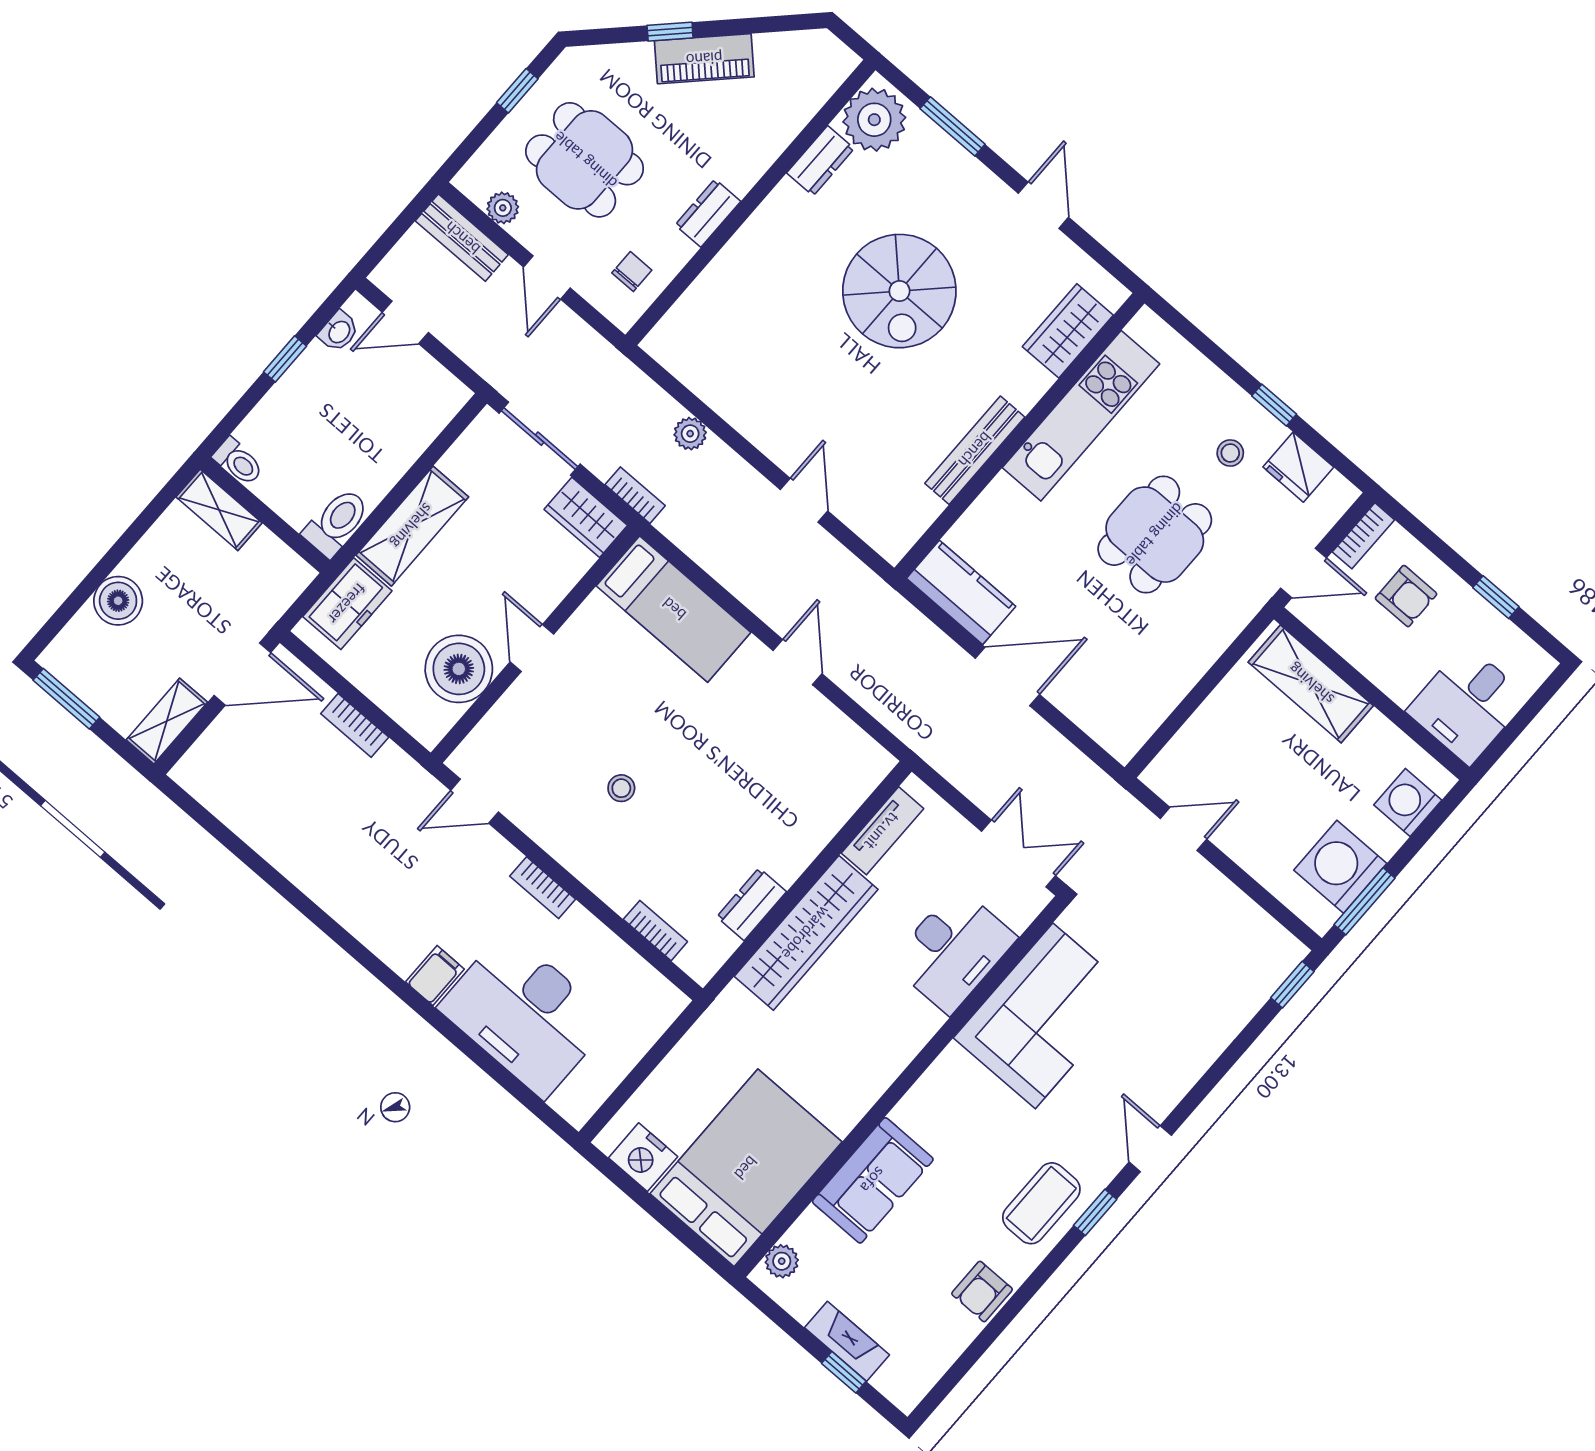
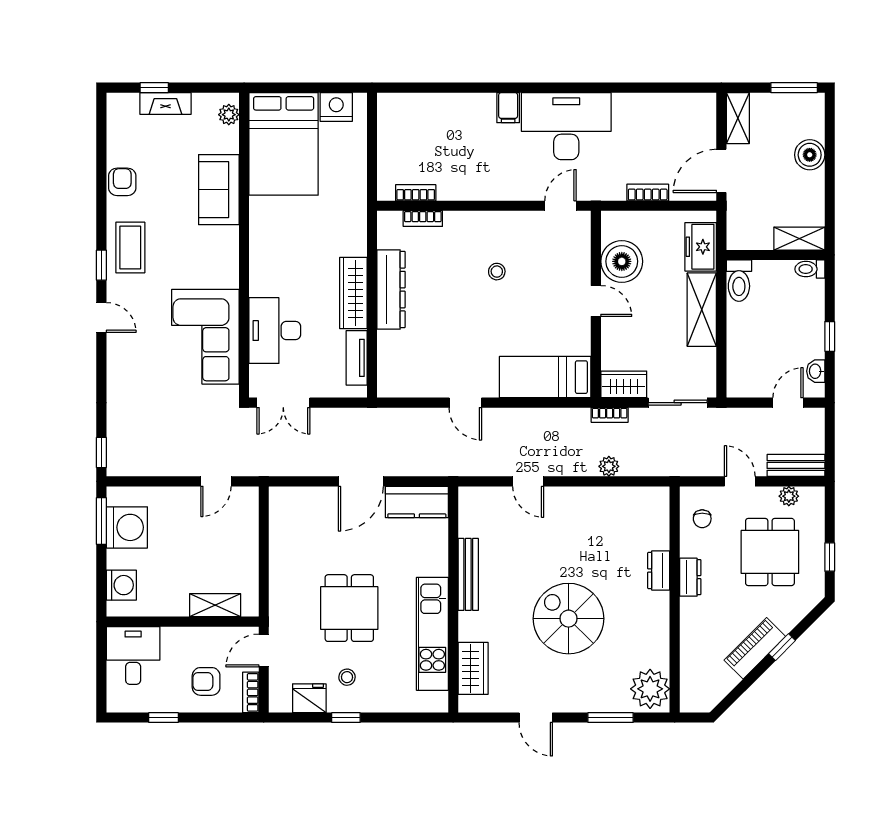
dining table: (585, 160) -> (770, 552), turned 90
dresser: (820, 161) -> (659, 570), moved
shelving: (1311, 684) -> (215, 605), width x0.67, depth x0.75
bookcase: (543, 888) -> (416, 193), moved
dresser: (752, 904) -> (391, 290), width x1.96, depth x1.24
wardrobe: (806, 933) -> (353, 293), width x0.71, depth x0.85
desk: (525, 1014) -> (566, 126), moved

